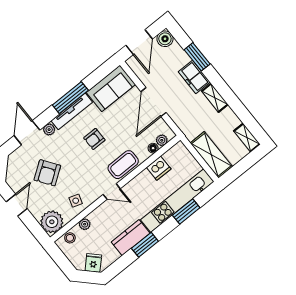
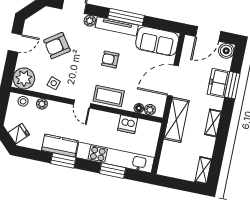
freezer: (194, 77) -> (218, 83), moved
shelving: (211, 155) -> (176, 120), moved

